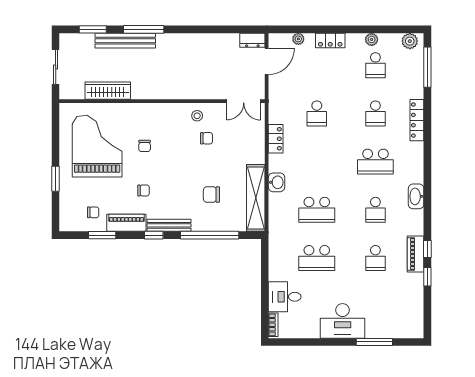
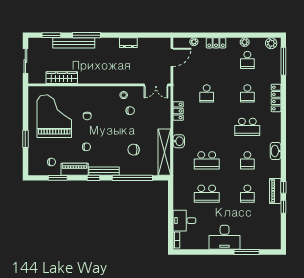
dresser: (252, 40) -> (128, 43), moved

